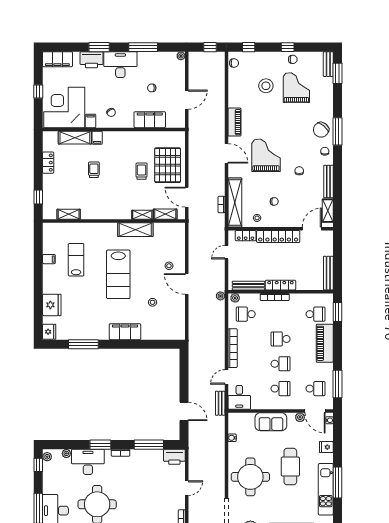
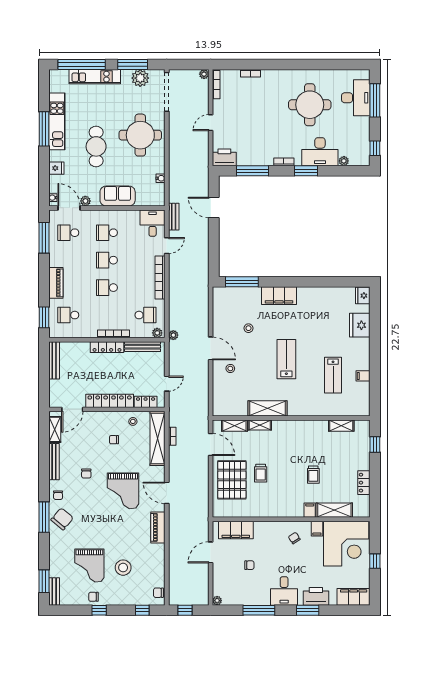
desk: (120, 65) -> (284, 591), width x0.73
filing cabinet: (150, 120) -> (236, 530), moved
lab bench: (118, 274) -> (286, 359), width x0.73, depth x0.72
school desk: (281, 339) -> (107, 288), turned 180
piano: (325, 343) -> (56, 283), width x0.73, depth x0.75
window: (83, 344) -> (242, 282), moved
plant: (47, 457) -> (365, 157), removed

